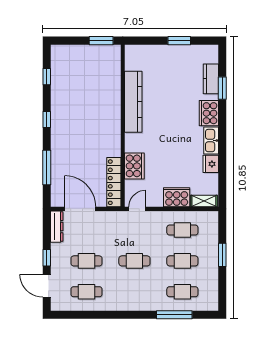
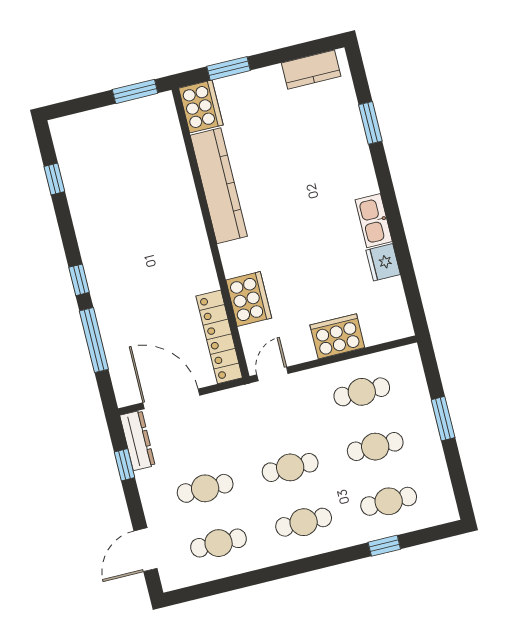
window: (179, 41) -> (229, 68), moved
kitchen counter: (211, 79) -> (311, 70), moved, turned -90
cooker: (209, 113) -> (201, 107), moved, turned 180
window: (47, 120) -> (79, 280), moved
shelving: (204, 201) -> (387, 331), removed
window: (47, 258) -> (125, 465), moved
door: (47, 286) -> (145, 550), hinge flipped
cafe table: (134, 292) -> (304, 522), added
window: (174, 315) -> (384, 546), width x0.46

